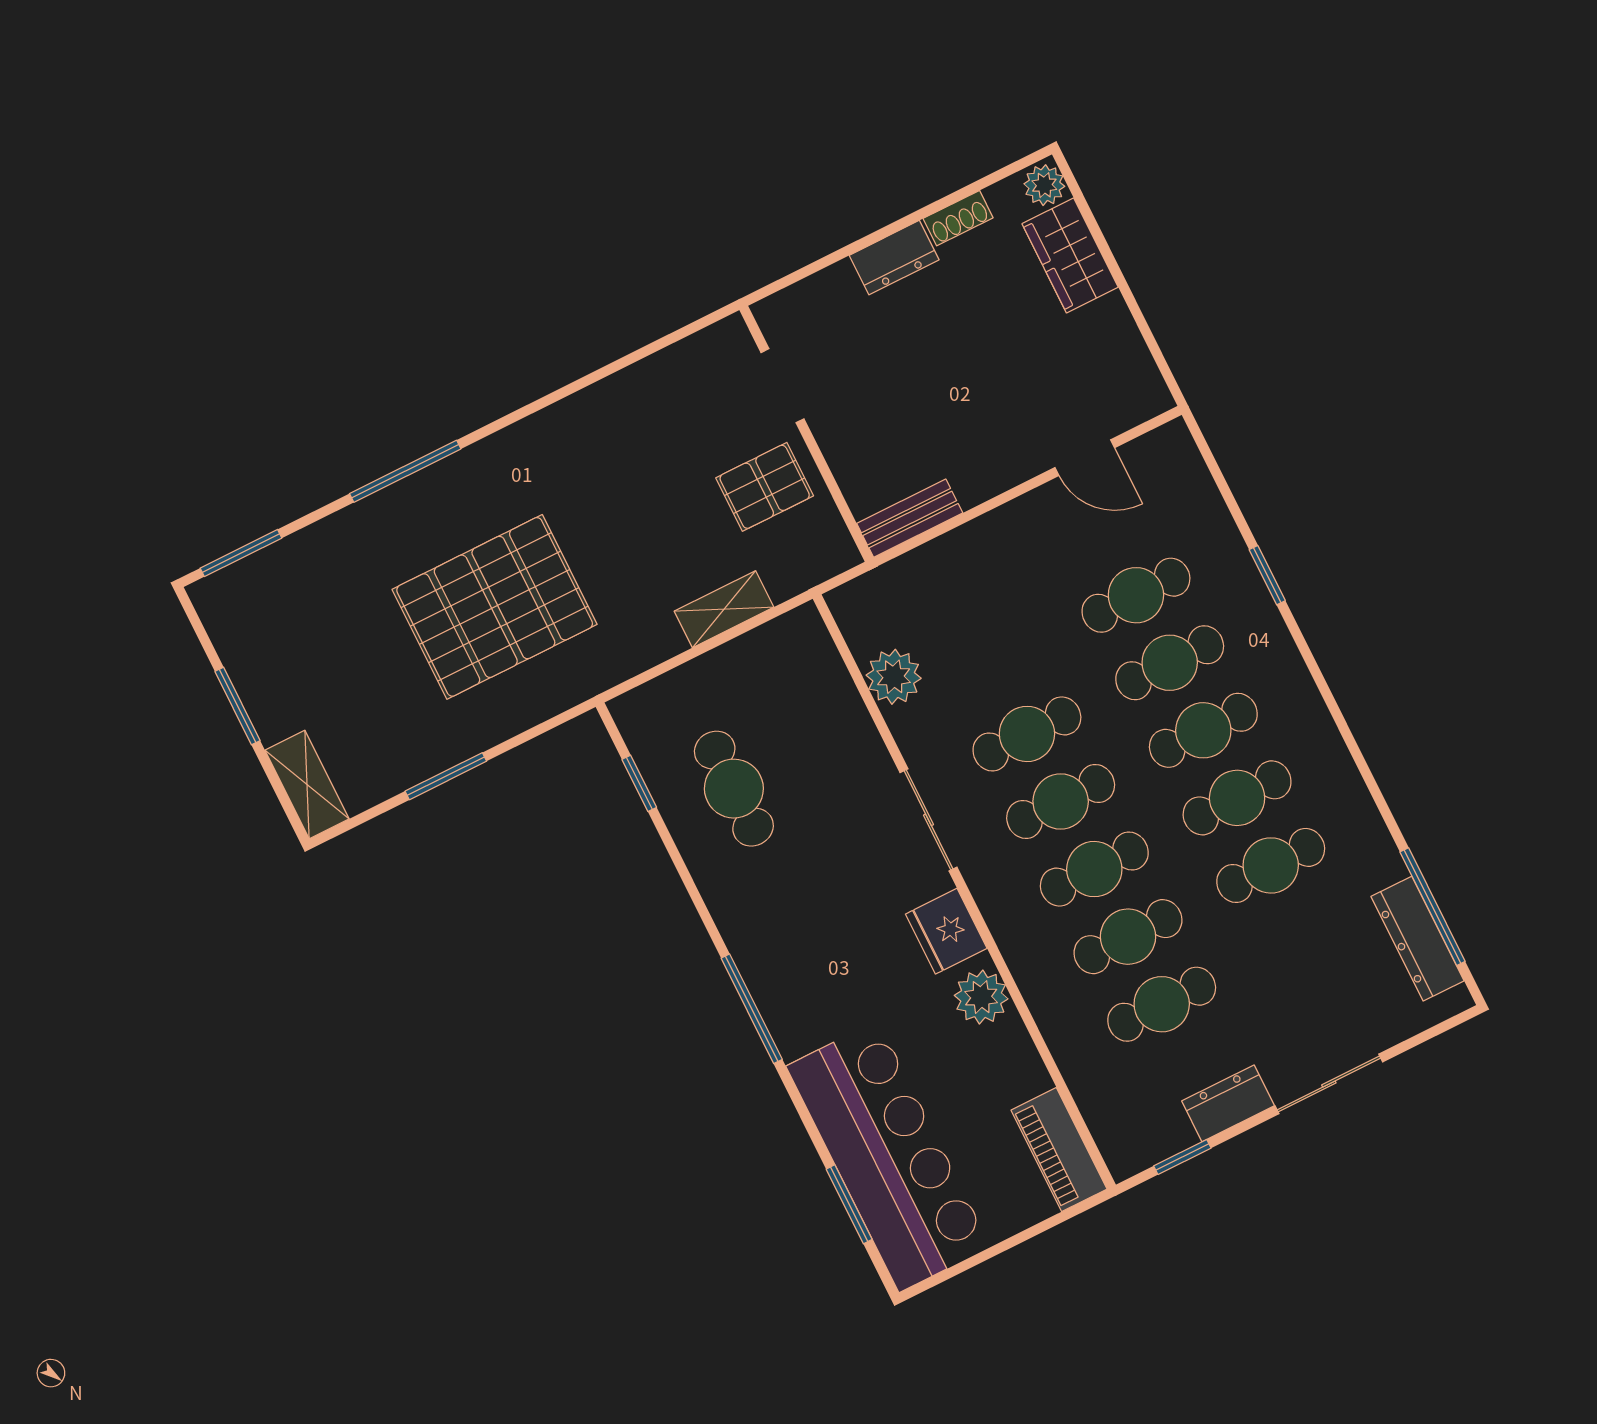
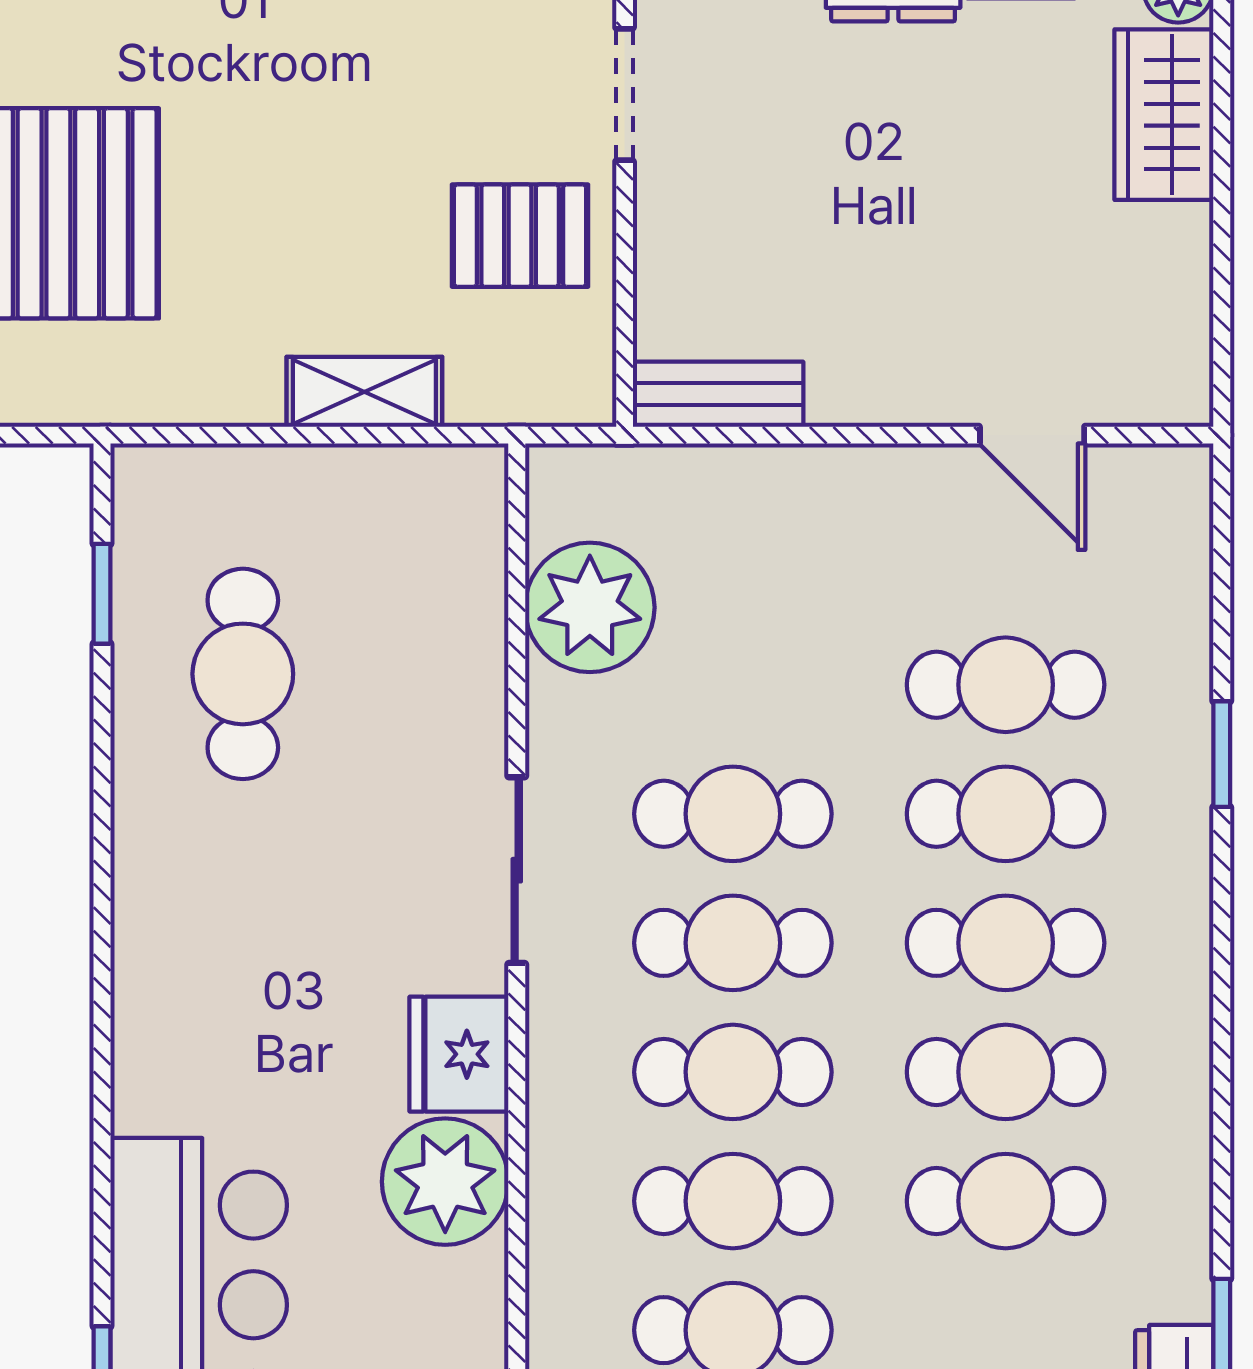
plant: (894, 677) -> (590, 607), width x1.36, depth x1.36
plant: (981, 997) -> (445, 1182), width x1.36, depth x1.36
window: (752, 1009) -> (102, 1024), removed

